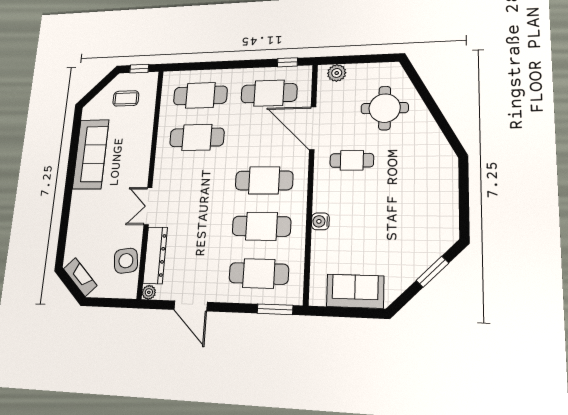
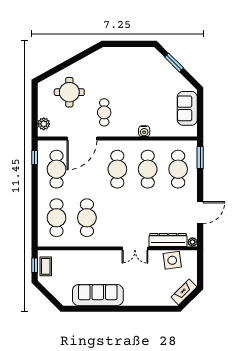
coffee table: (126, 98) -> (46, 266), moved

